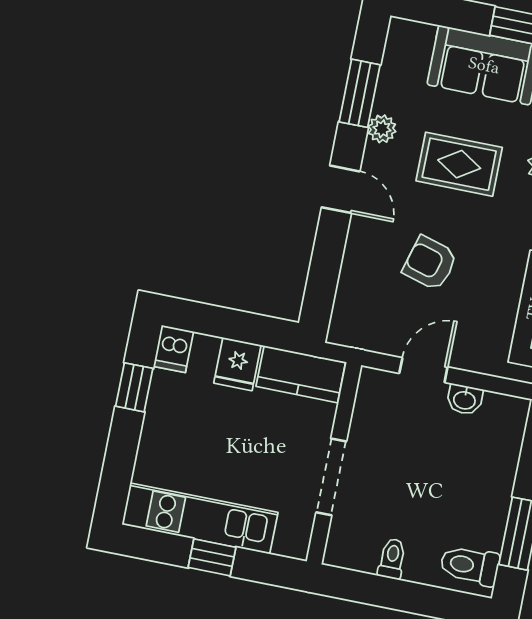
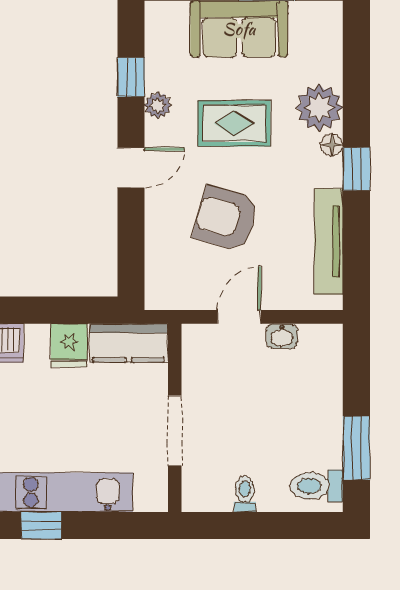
window: (360, 93) -> (131, 77), width x0.67
door: (341, 189) -> (131, 168), hinge flipped
armchair: (430, 263) -> (226, 219), width x1.38, depth x1.38
window: (212, 557) -> (41, 525), moved

